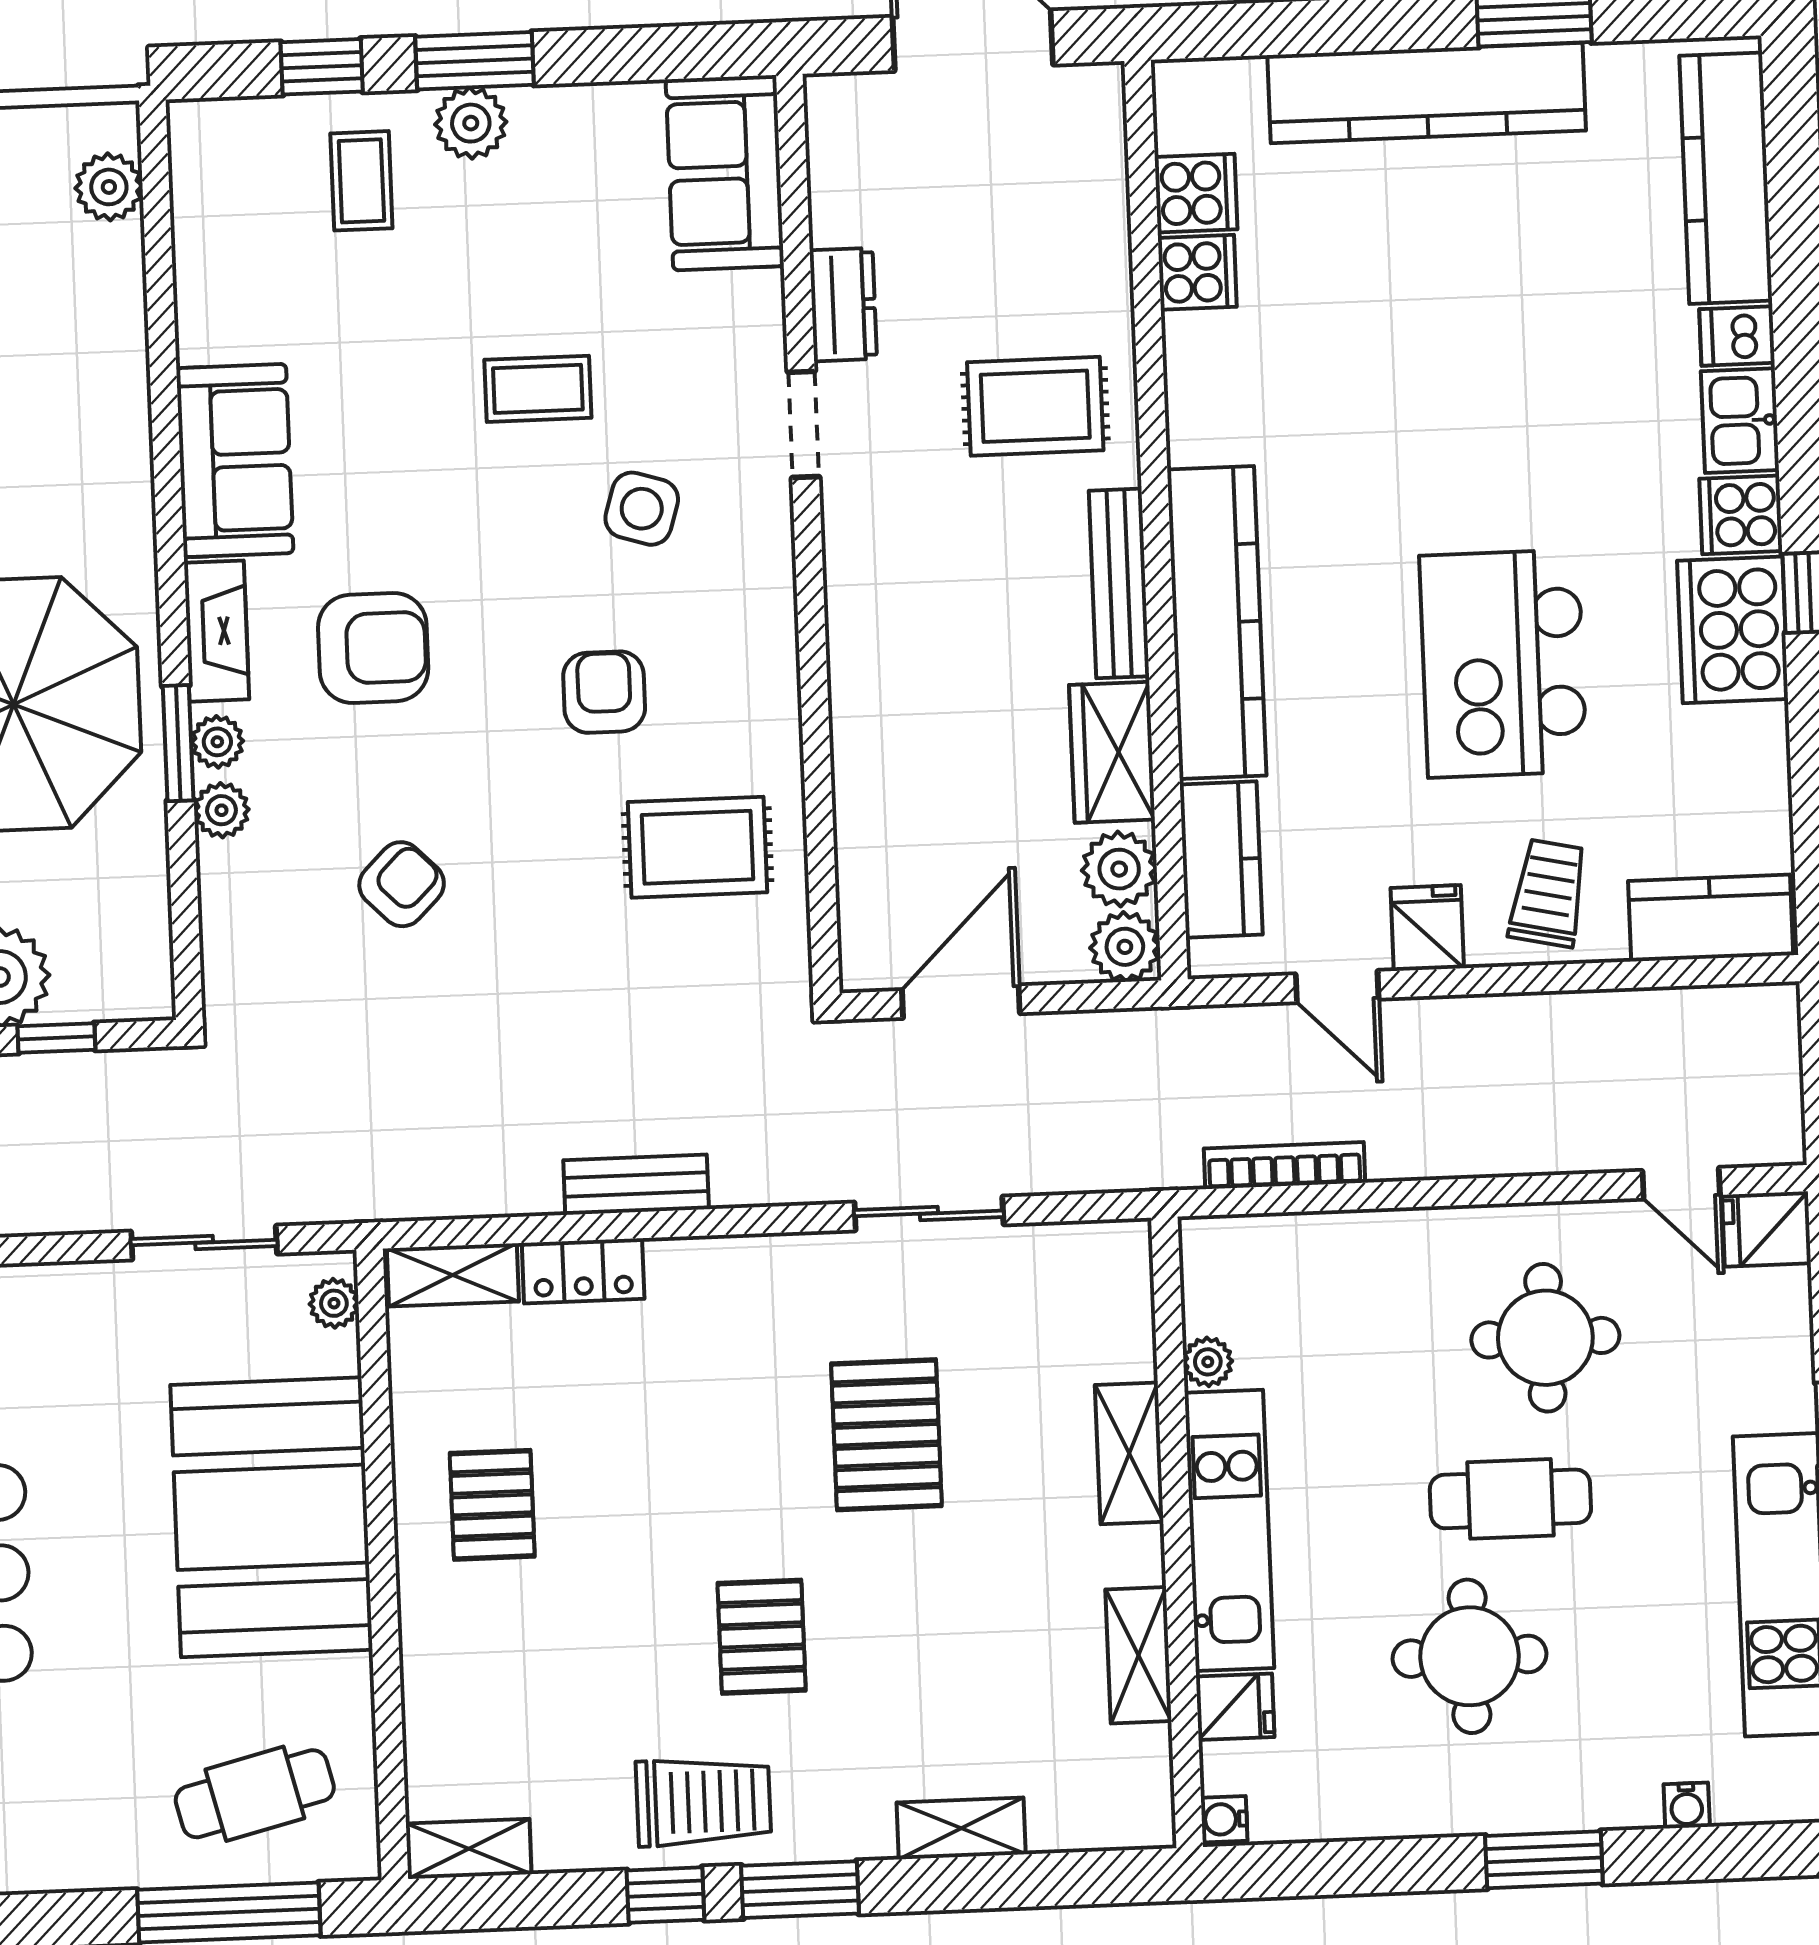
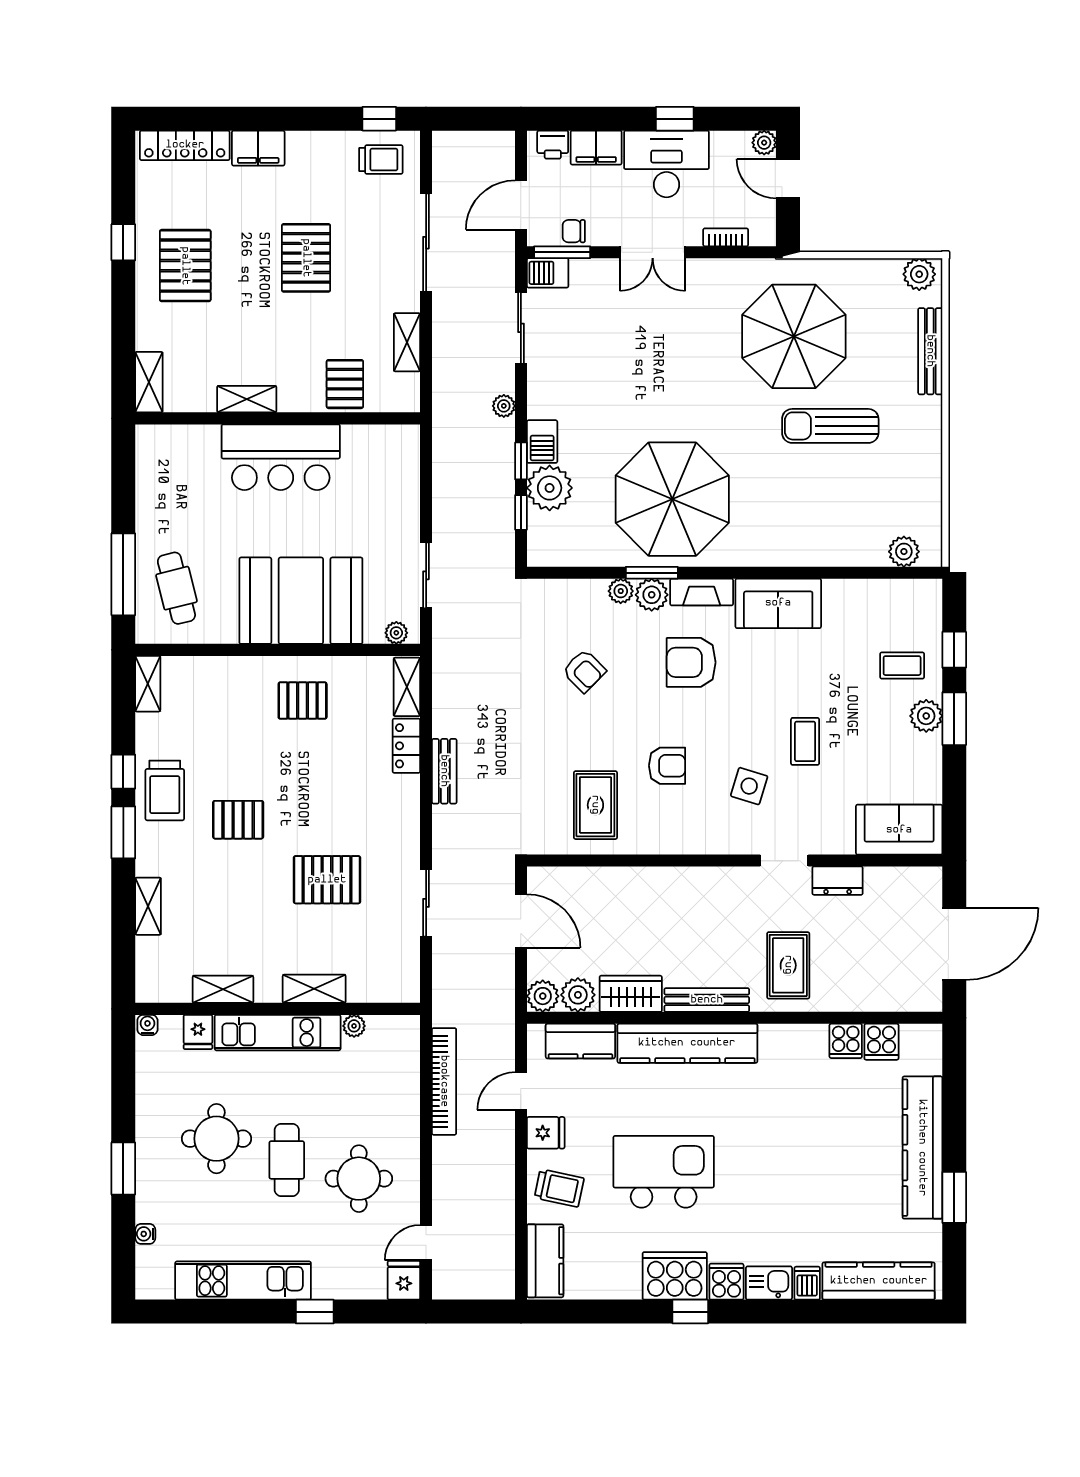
armchair: (373, 648) -> (691, 662), turned 90
plant: (217, 742) -> (652, 595), width x1.38, depth x1.38
bookcase: (1285, 1166) -> (444, 1081), width x1.48, depth x1.31

